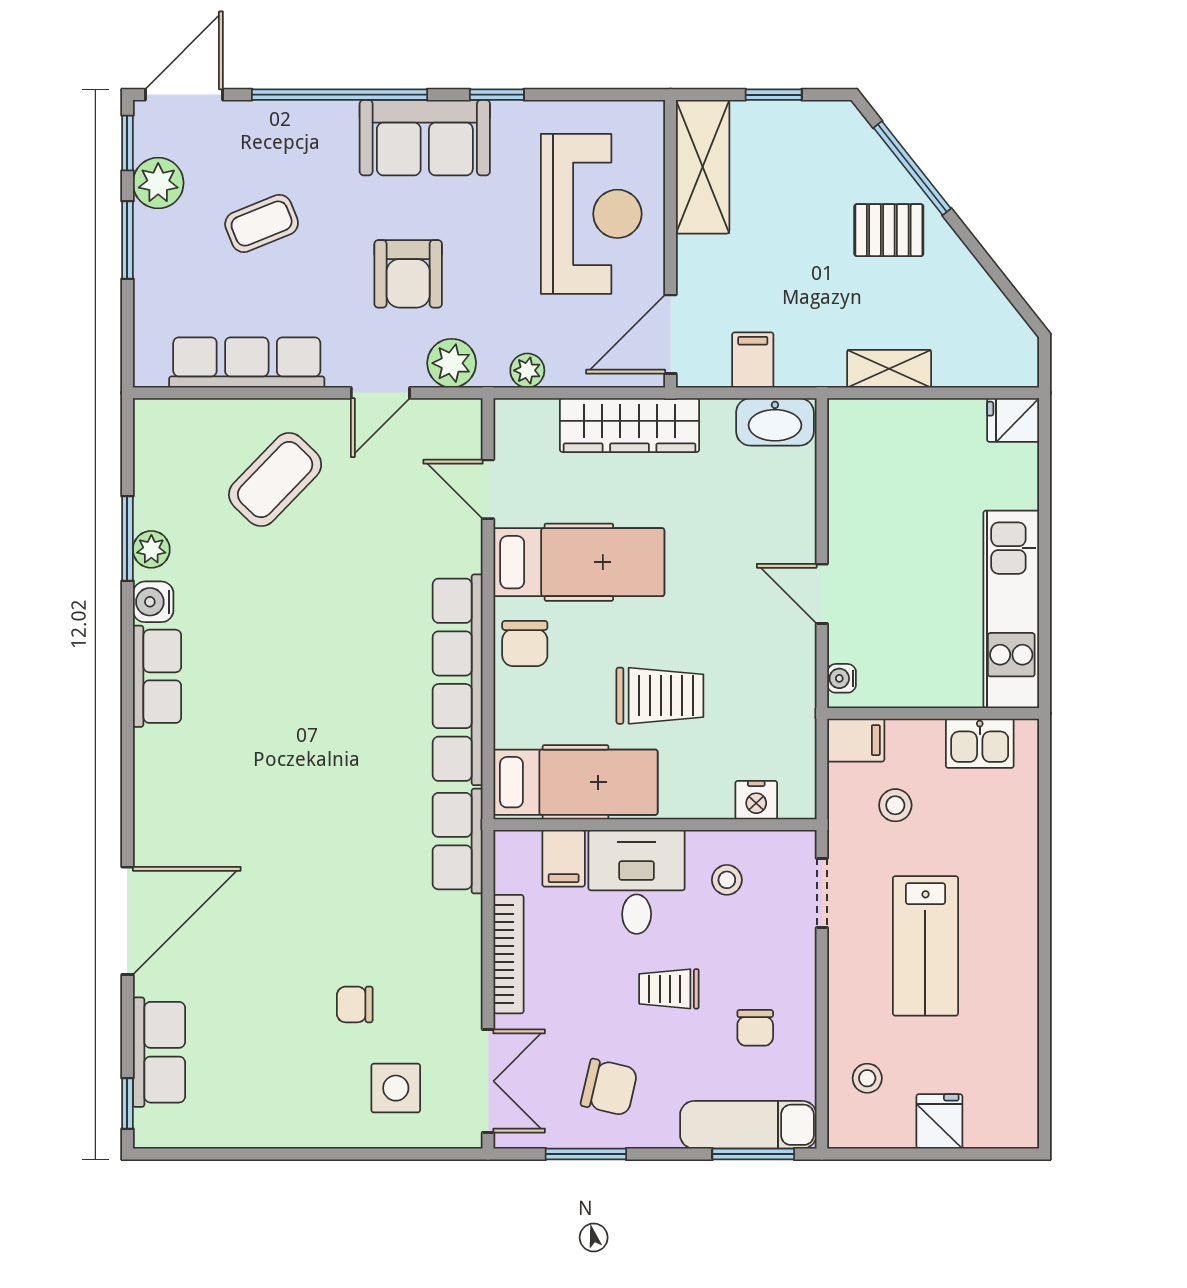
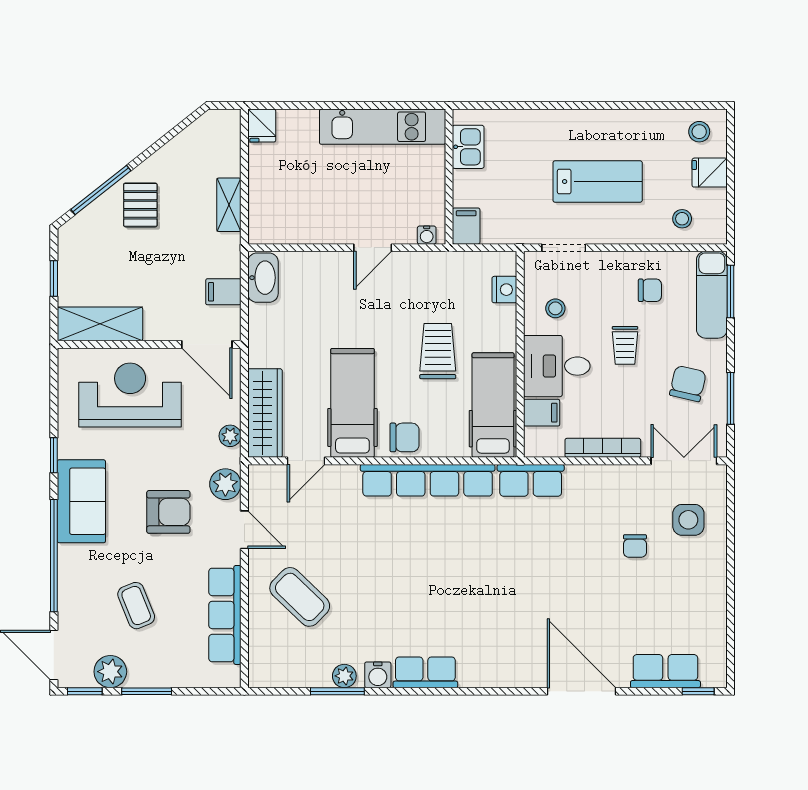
wardrobe: (629, 425) -> (265, 413), moved
stool: (895, 805) -> (699, 132), moved

